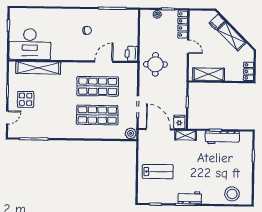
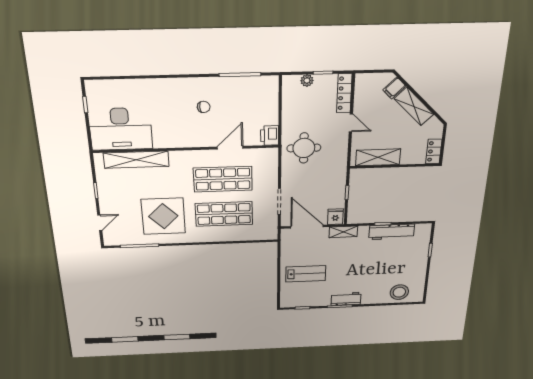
display table: (26, 99) -> (163, 216), moved, width x1.86, depth x1.86
plant: (131, 133) -> (270, 233), removed

